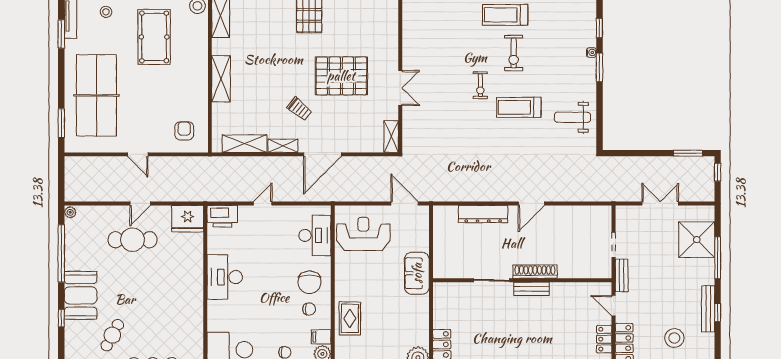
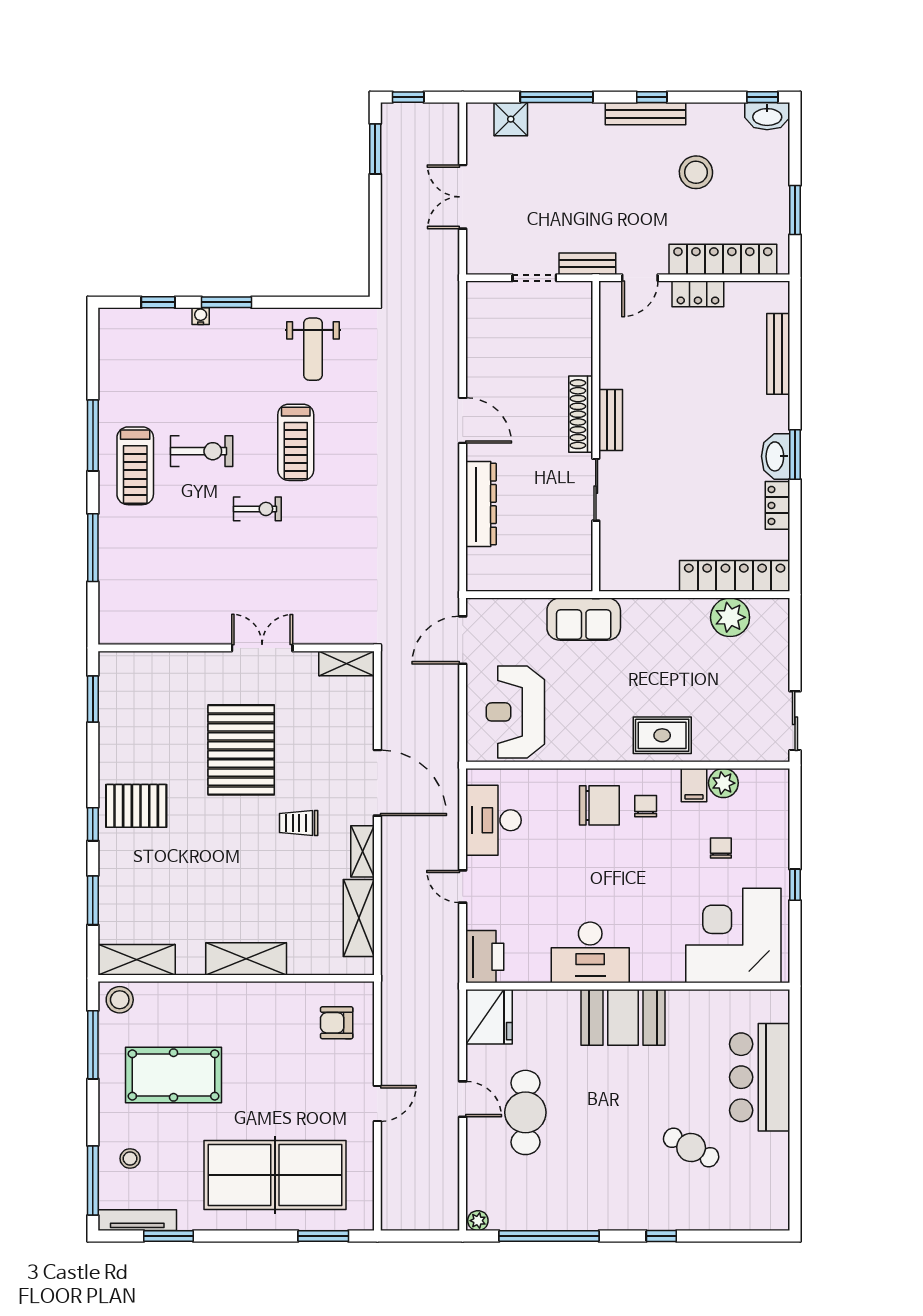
trolley: (299, 109) -> (299, 823), turned -129
desk: (315, 235) -> (493, 820), moved, turned -90
shower: (697, 240) -> (511, 119), width x0.54, depth x0.54
booth: (81, 295) -> (623, 1017), moved

